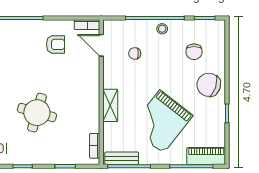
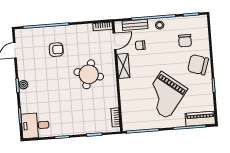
armchair: (56, 44) -> (56, 50), moved
door: (101, 45) -> (115, 41), swing flipped
shelving: (110, 105) -> (123, 66), moved
round table: (37, 113) -> (89, 74), moved
bench: (122, 158) -> (135, 25), moved

